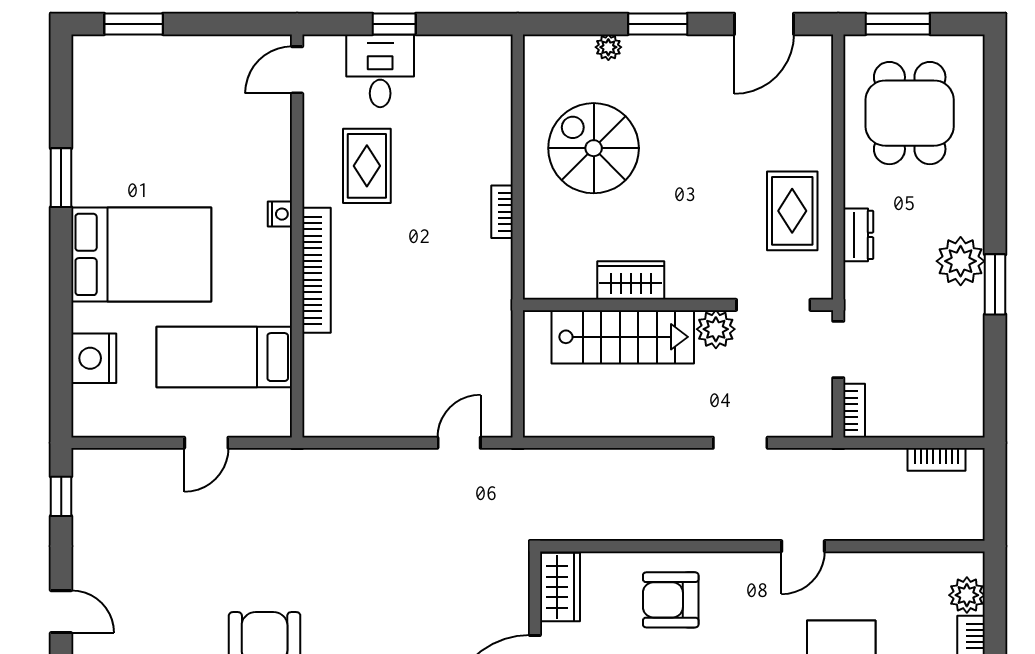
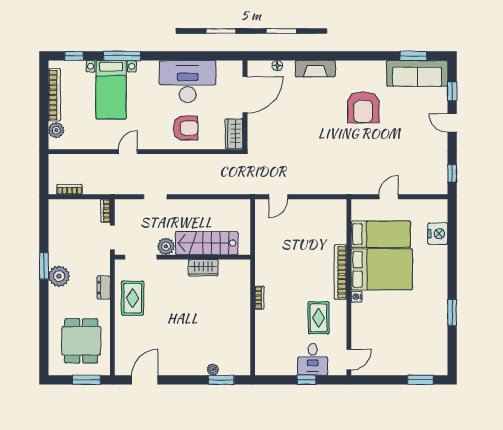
window: (658, 24) -> (221, 380), moved
spiral stairs: (594, 148) -> (219, 325), removed
bed: (141, 254) -> (382, 269), moved, turned 180

